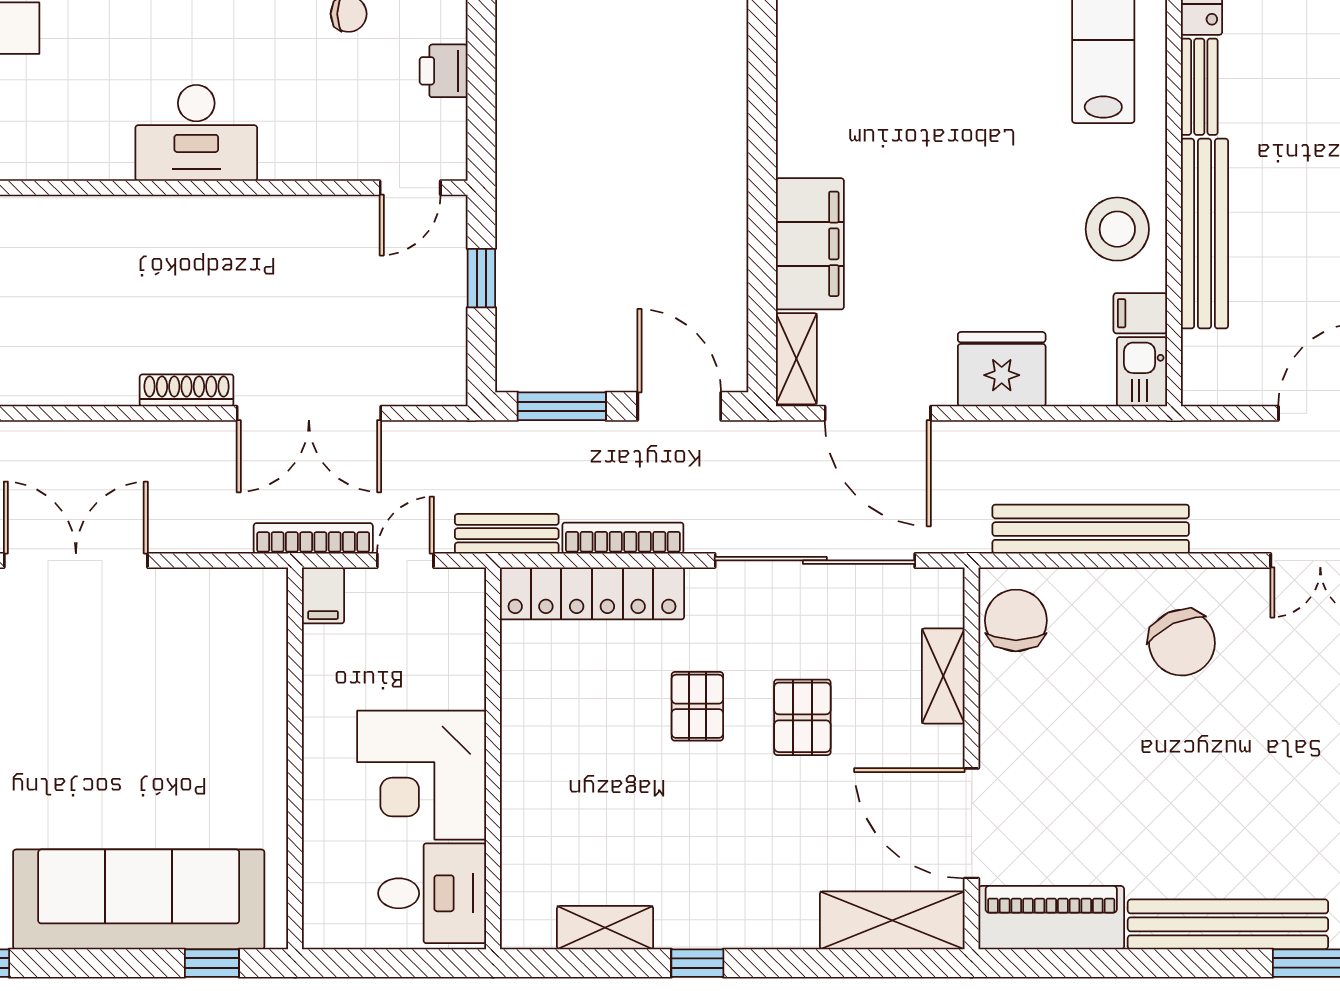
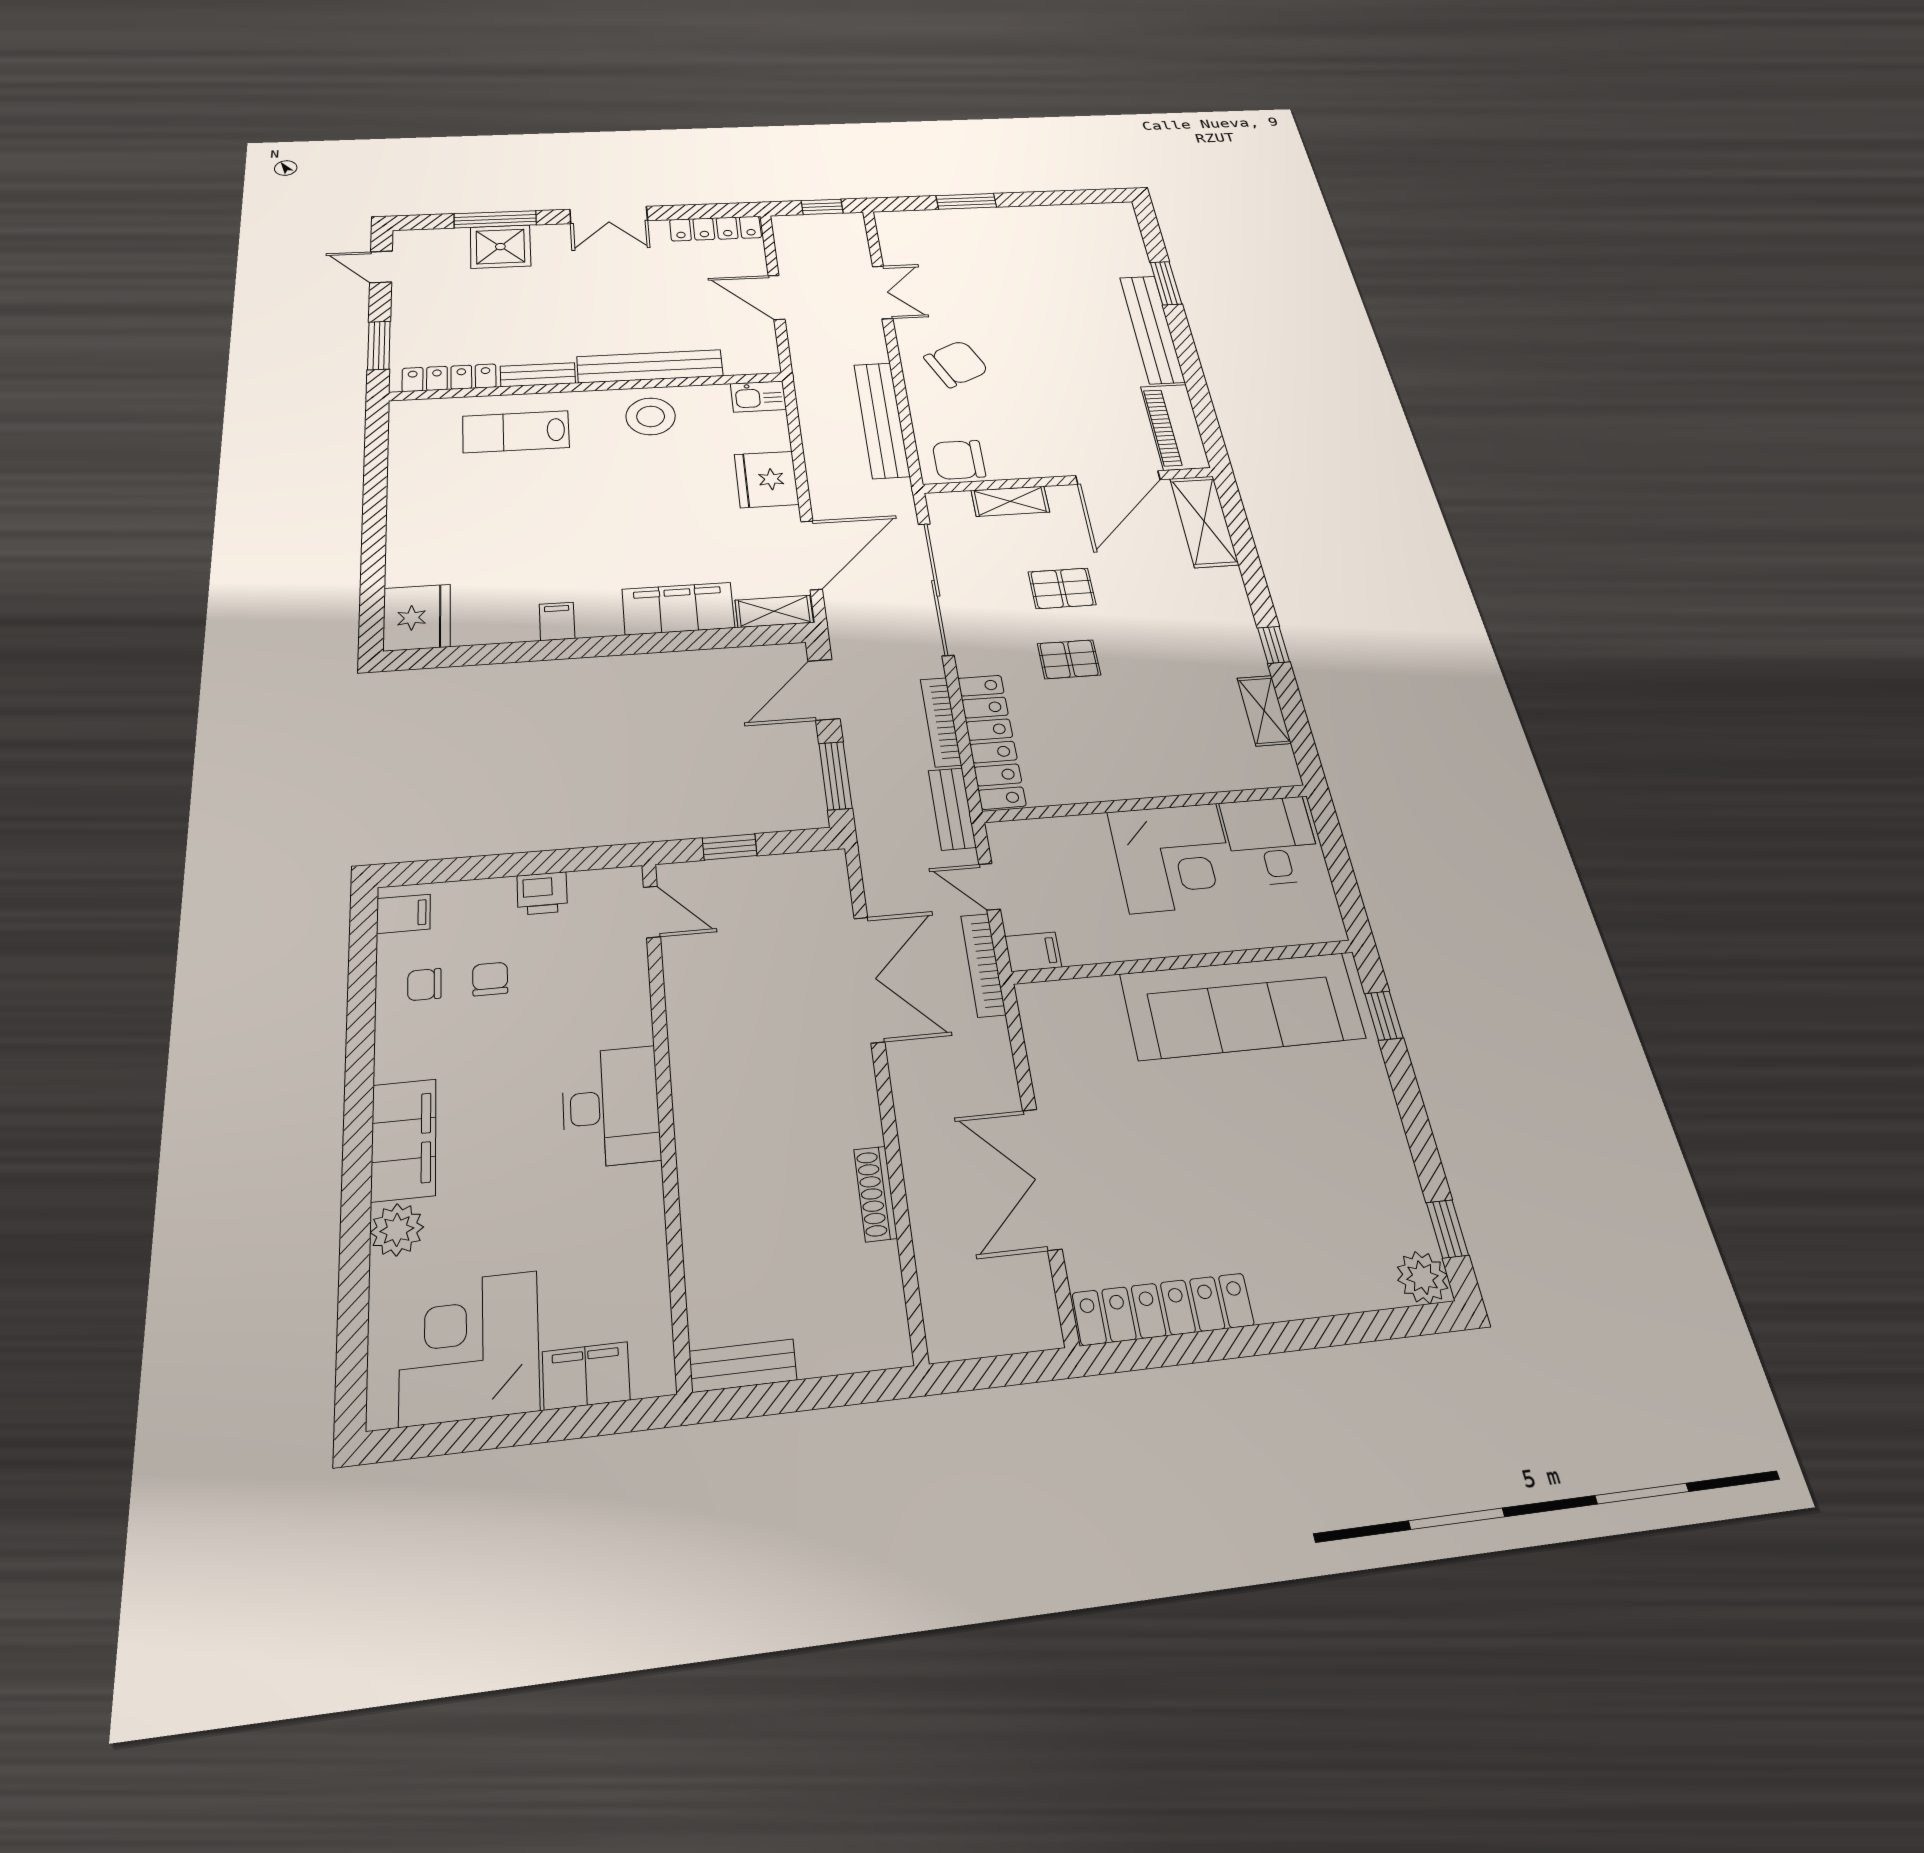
filing cabinet: (1140, 313) -> (557, 621), moved, turned 180
shoe rack: (187, 390) -> (875, 1194), moved
sofa: (139, 899) -> (1242, 1006), moved, turned -90

